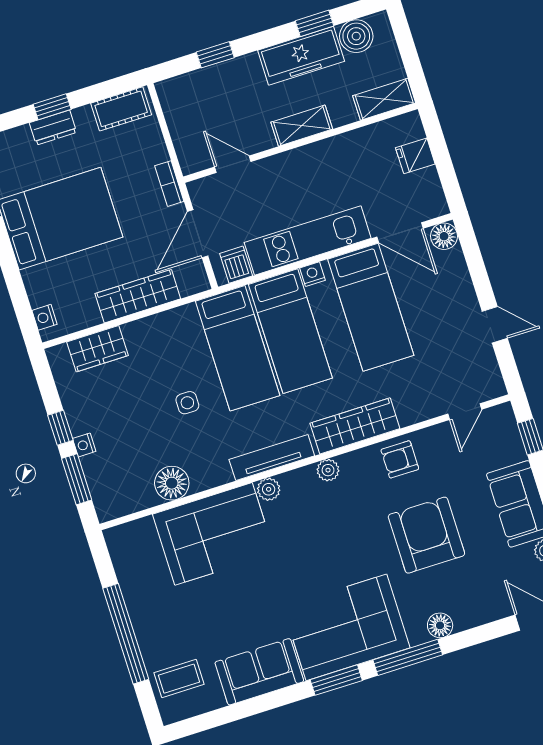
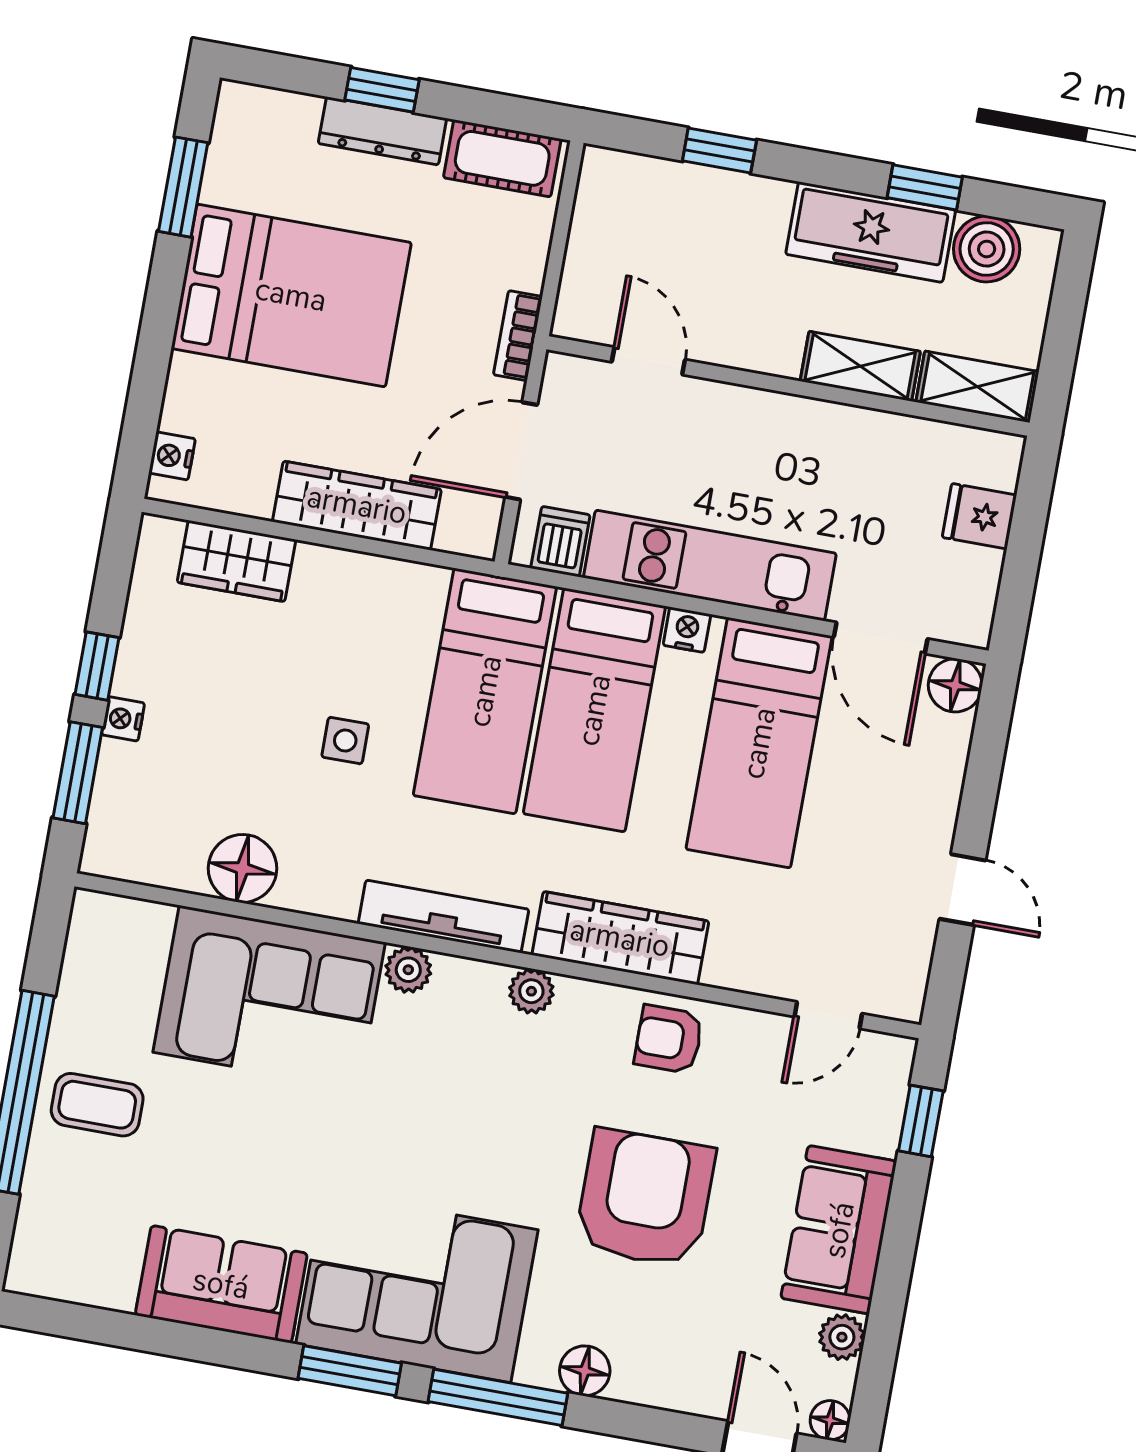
shelving: (302, 126) -> (860, 366), moved
dresser: (53, 128) -> (382, 131), width x1.44
coffee table: (179, 679) -> (97, 1105), moved

